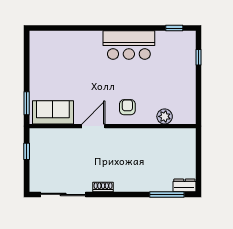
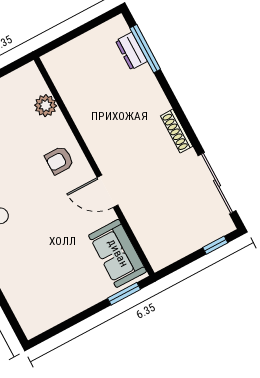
window: (27, 151) -> (215, 245), moved
dresser: (184, 185) -> (131, 51), moved
shoe rack: (103, 187) -> (177, 131), width x1.43

